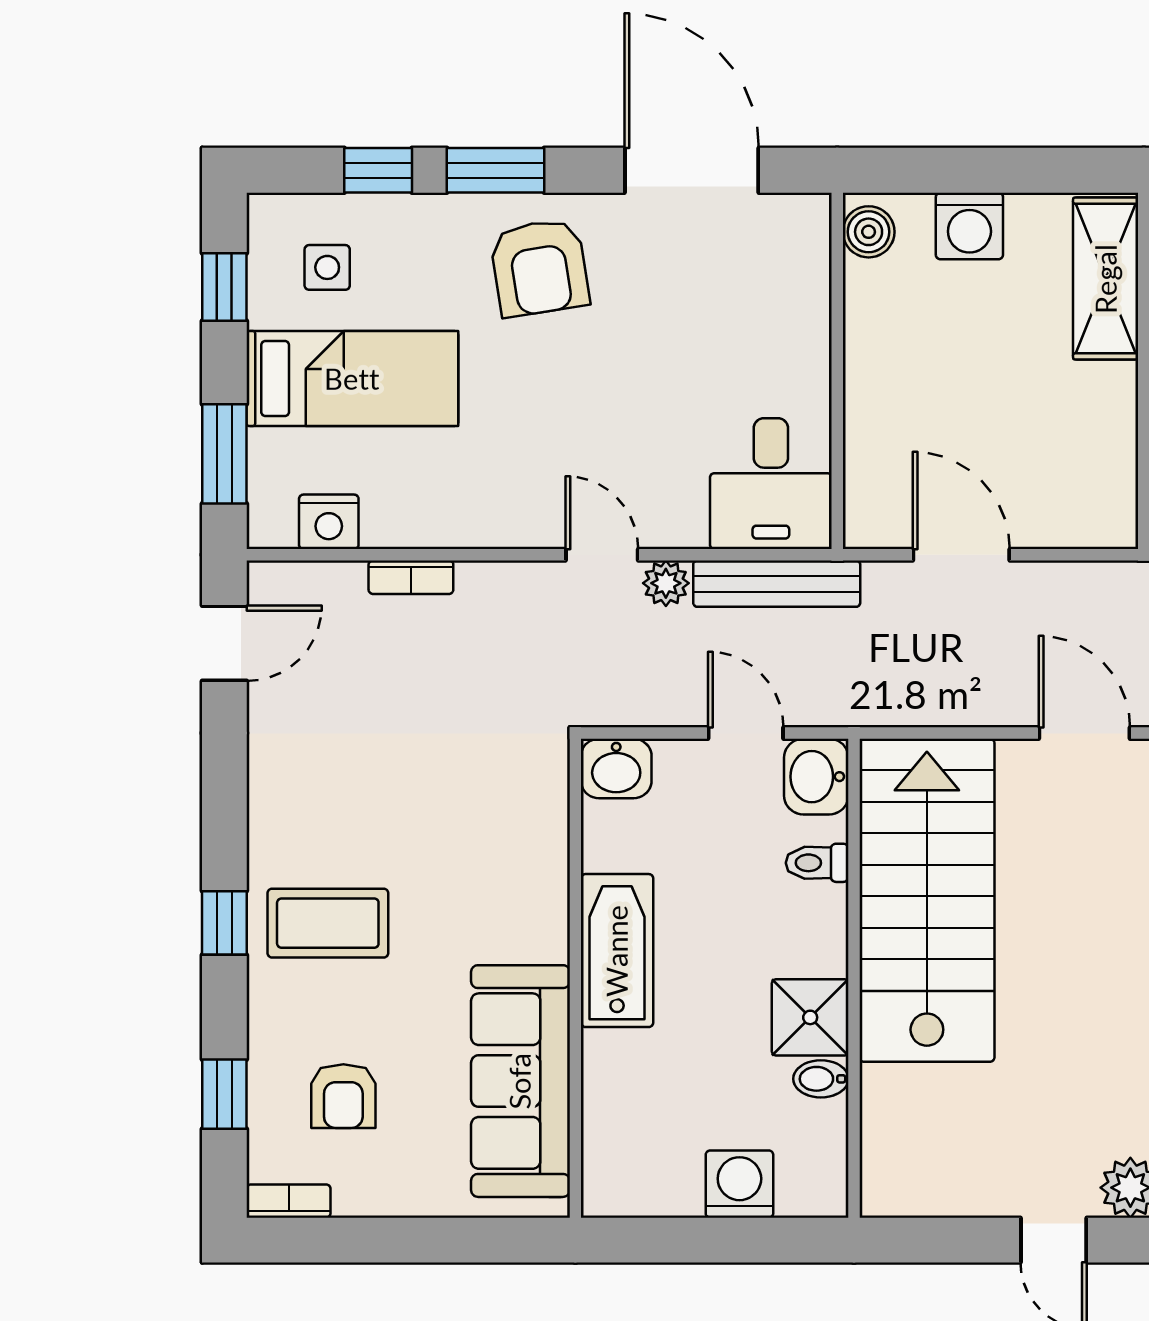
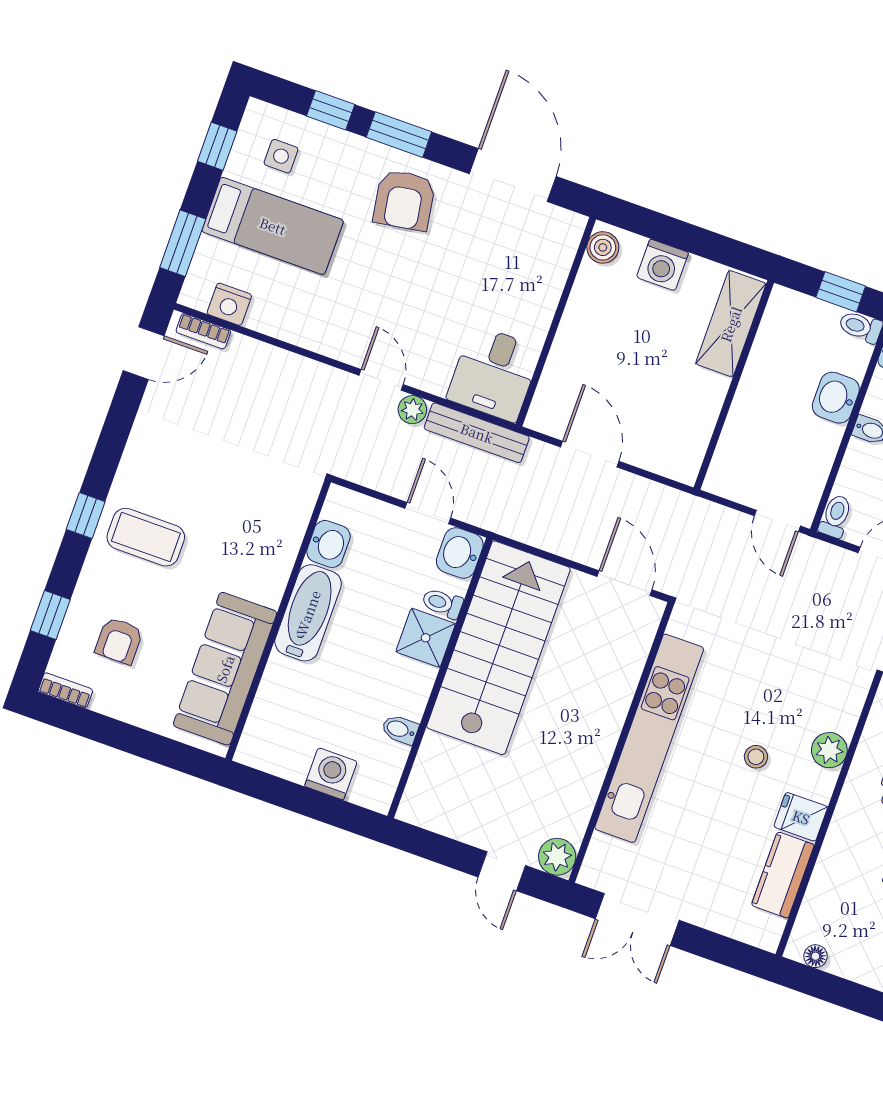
bookcase: (411, 577) -> (203, 331), moved
washbasin: (616, 768) -> (328, 544), moved, turned -90
shower: (810, 1017) -> (426, 638), moved

